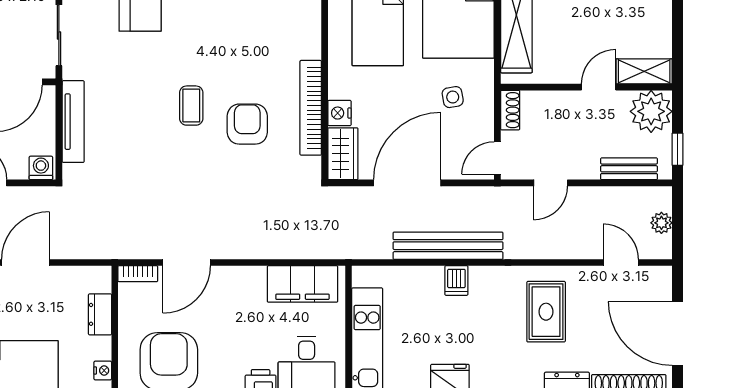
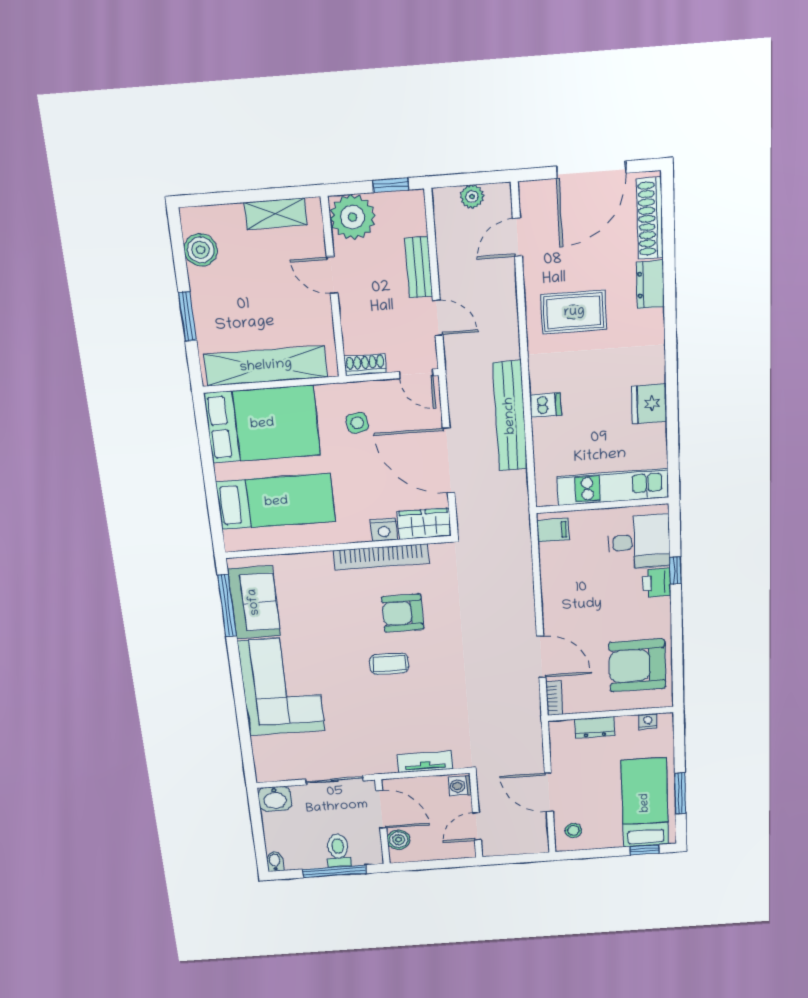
shelving: (644, 71) -> (276, 214), moved, turned 90
tv unit: (73, 122) -> (425, 762), width x0.71
bench: (629, 169) -> (419, 267), moved
filing cabinet: (302, 284) -> (553, 530), width x0.33, depth x0.86

